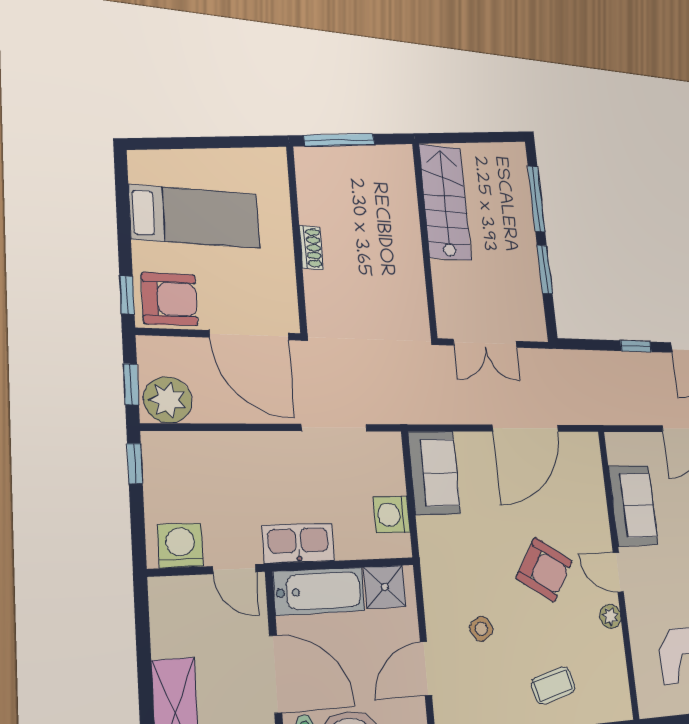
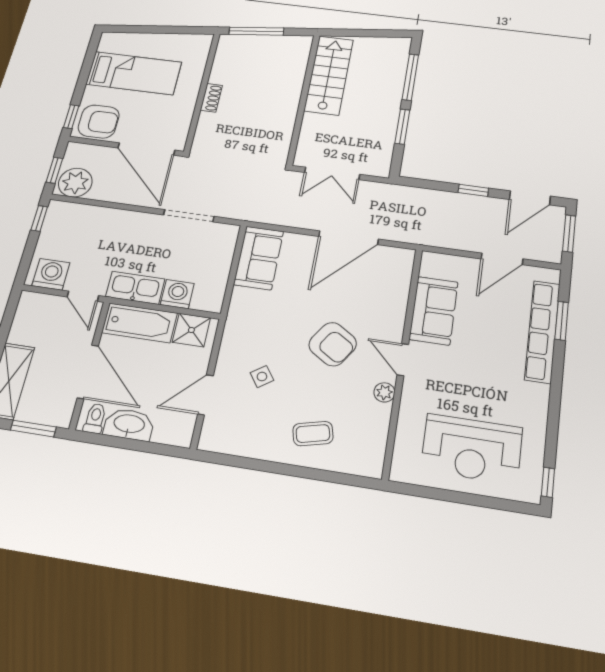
washing machine: (392, 515) -> (177, 294), moved, turned 90

